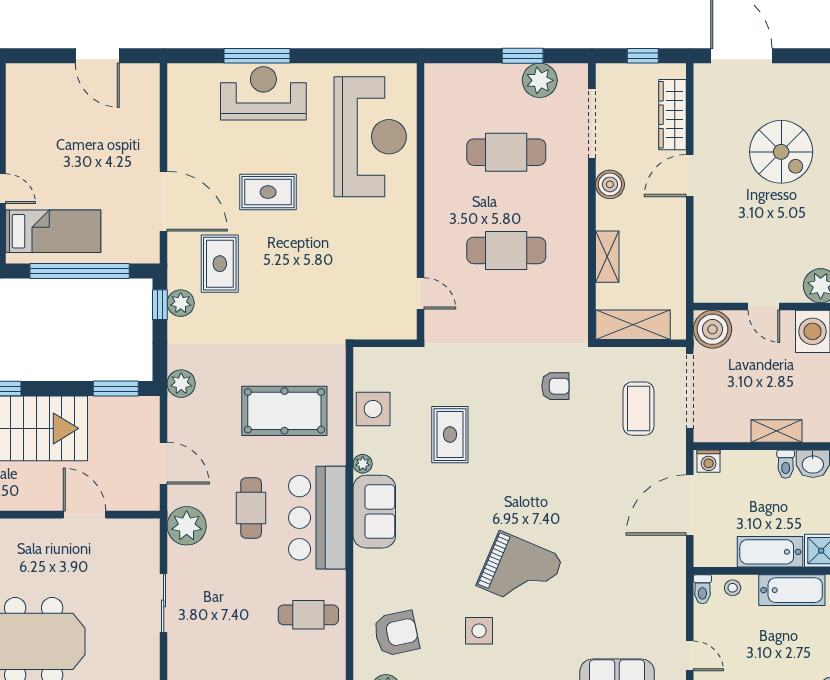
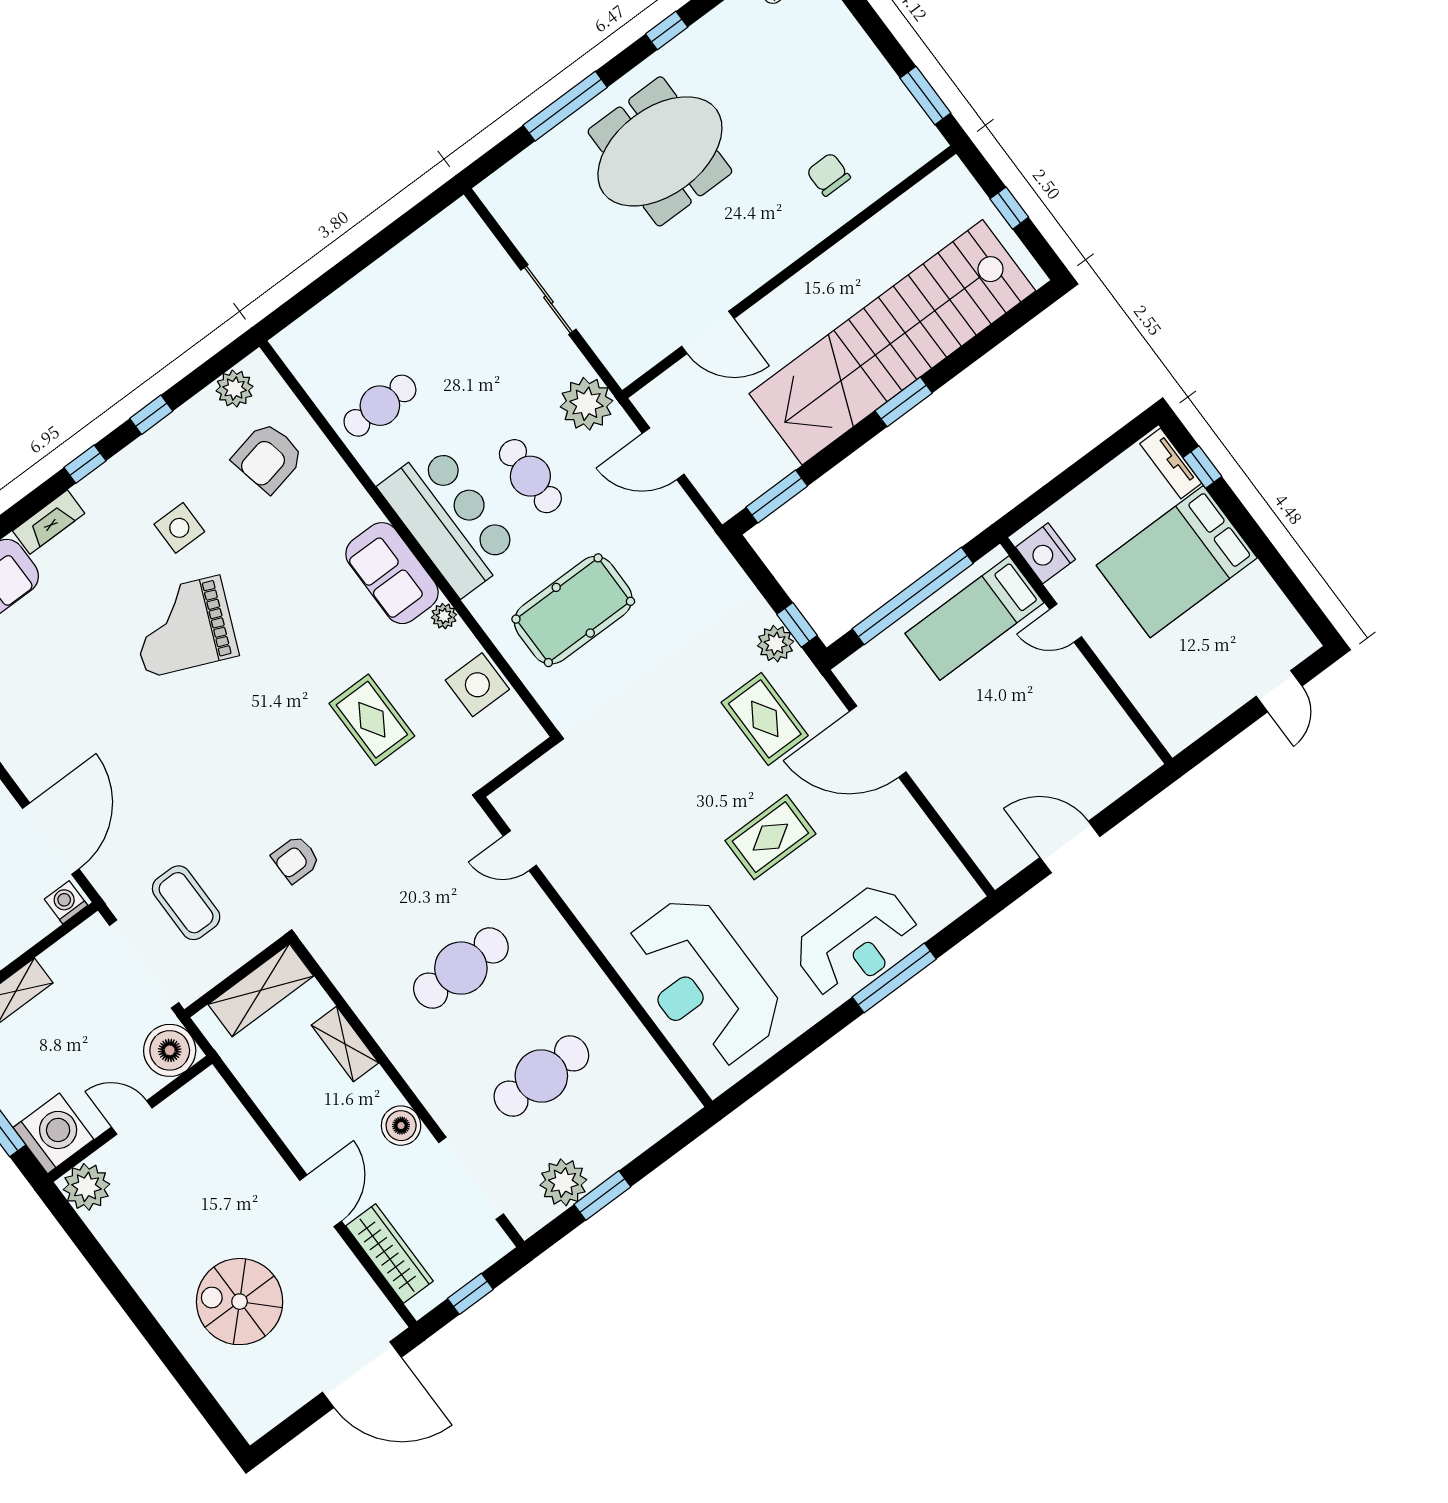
plant: (181, 384) -> (709, 556), removed

